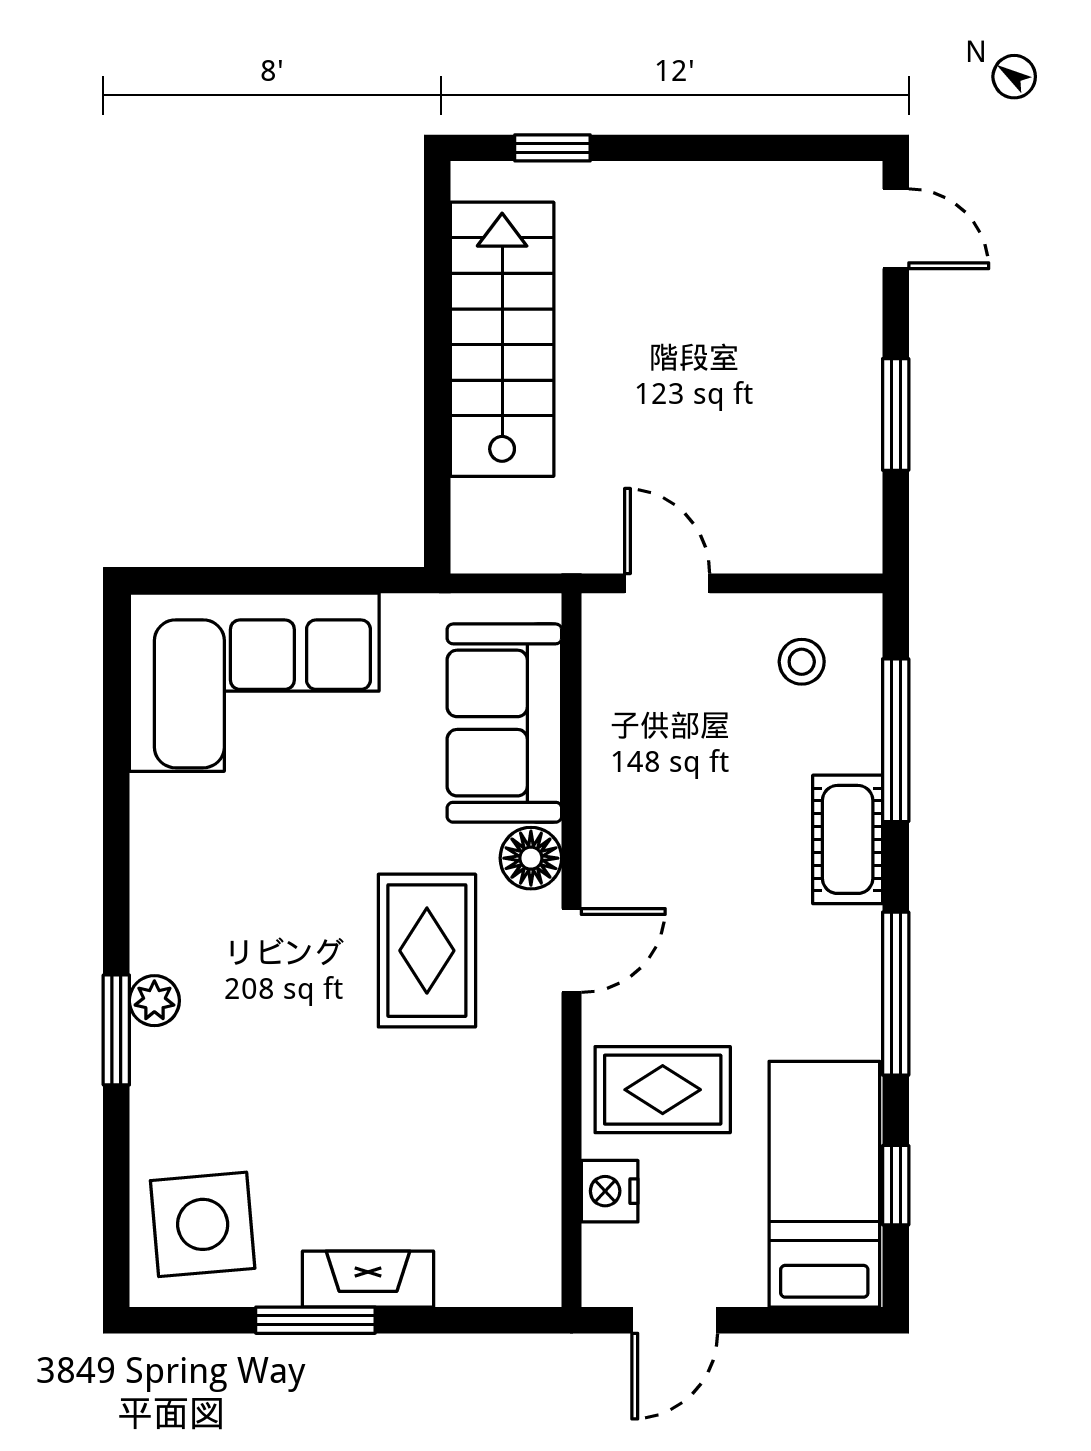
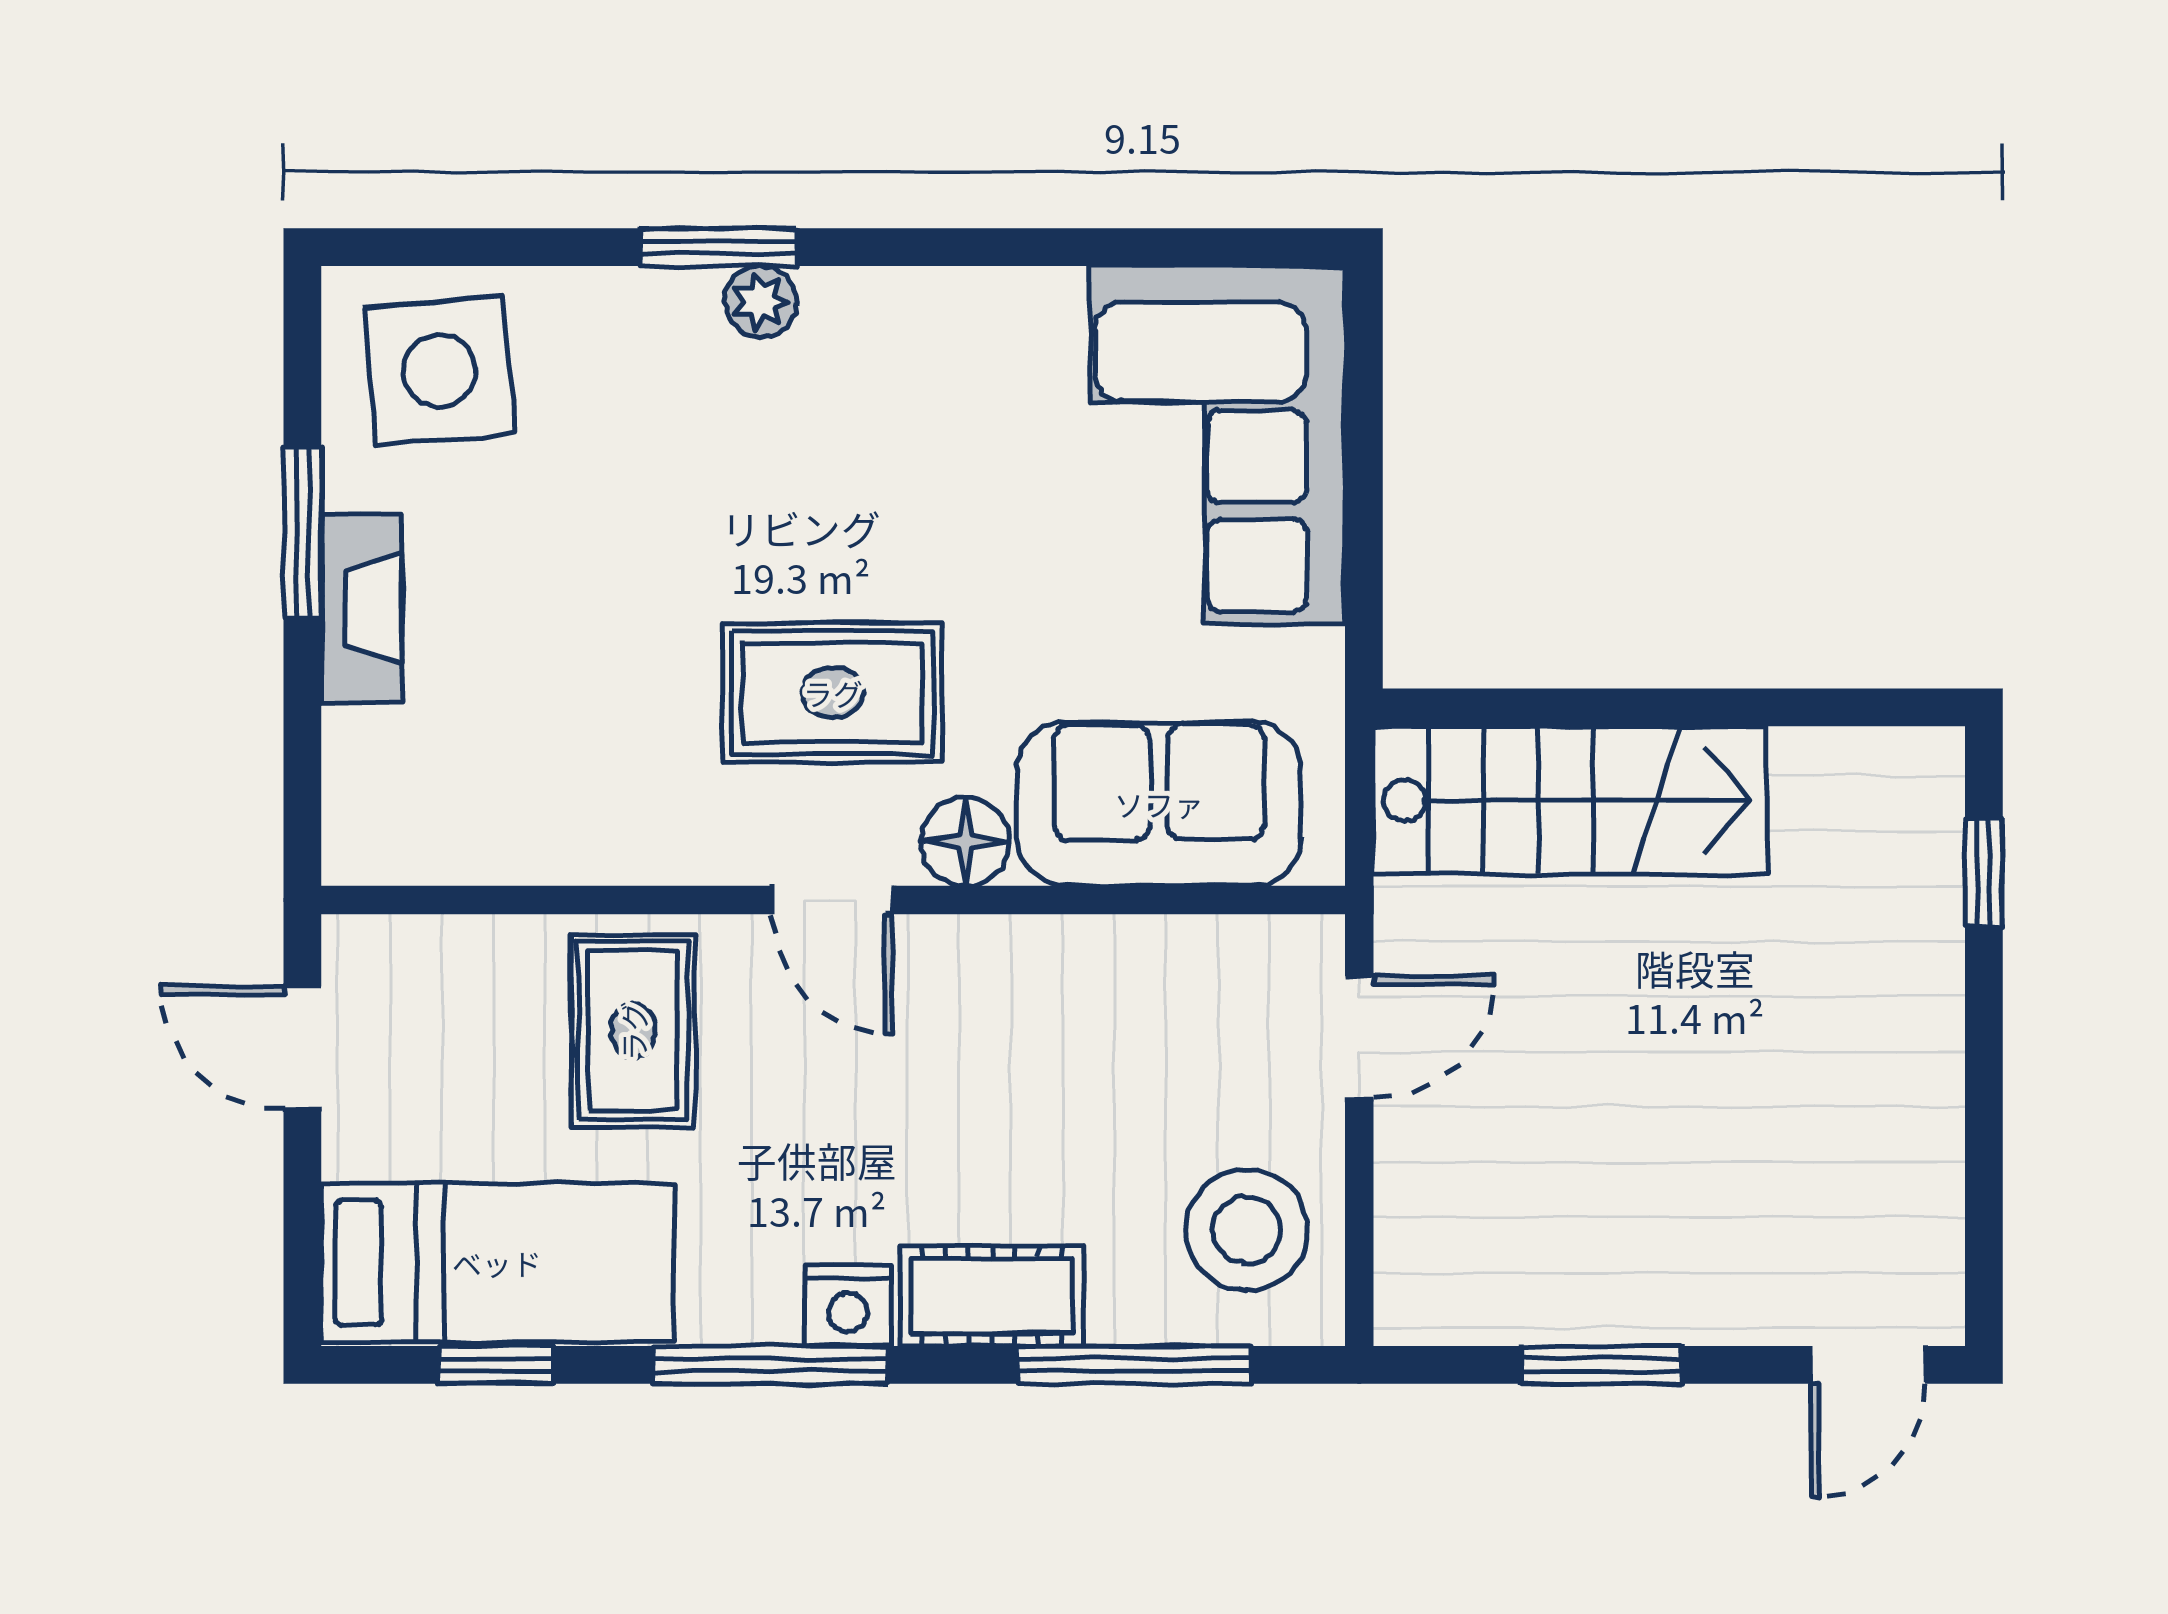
stairs: (502, 339) -> (1570, 800), moved
stool: (802, 662) -> (1247, 1230), width x1.89, depth x1.89
nightstand: (610, 1191) -> (848, 1306), moved, turned 180

